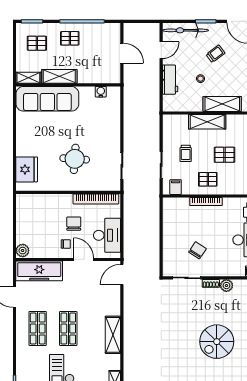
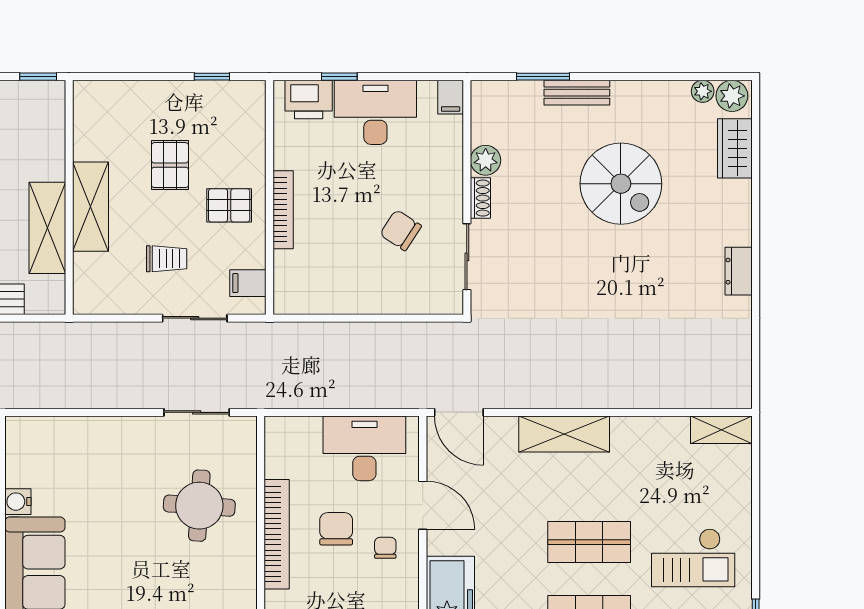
water cooler: (101, 92) -> (18, 502), moved
shelving: (222, 104) -> (47, 228), moved
round table: (75, 159) -> (199, 506), moved
pallet: (208, 179) -> (229, 205), turned 90
bookcase: (96, 199) -> (277, 534), moved
chair: (74, 224) -> (336, 529), turned 90
door: (84, 259) -> (423, 505), swing flipped
shelving: (113, 335) -> (564, 434), moved

